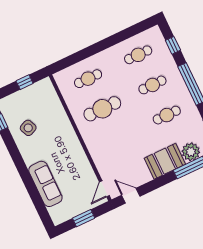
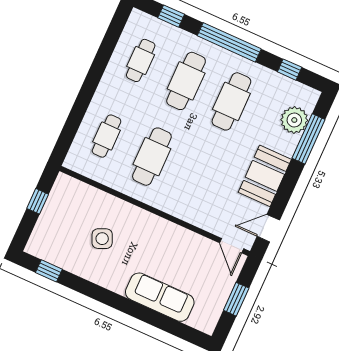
cafe table: (152, 85) -> (186, 81), width x1.37, depth x1.35
cafe table: (167, 115) -> (231, 101), width x1.37, depth x1.35
side table: (28, 128) -> (102, 239), moved
booth: (165, 161) -> (265, 176), moved

